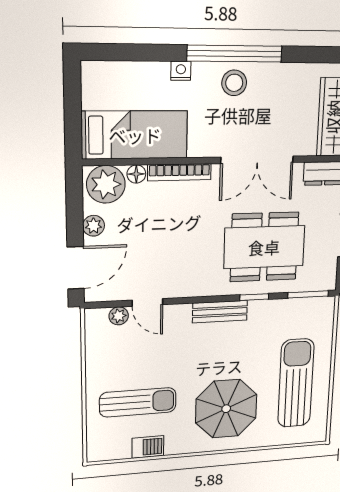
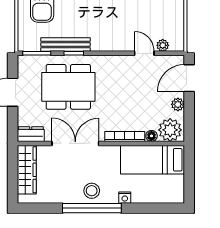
bench: (220, 312) -> (65, 45), moved, width x1.36

